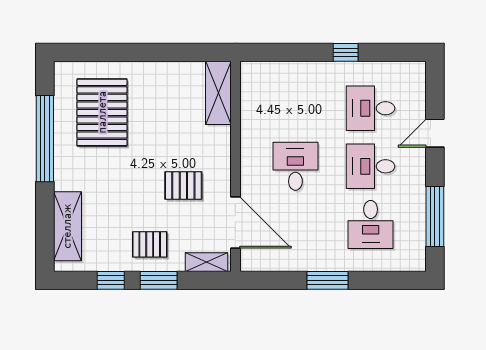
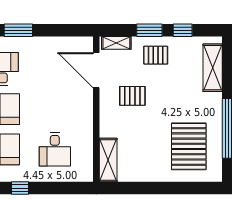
desk: (295, 166) -> (55, 149), moved
window: (327, 280) -> (18, 30), moved

